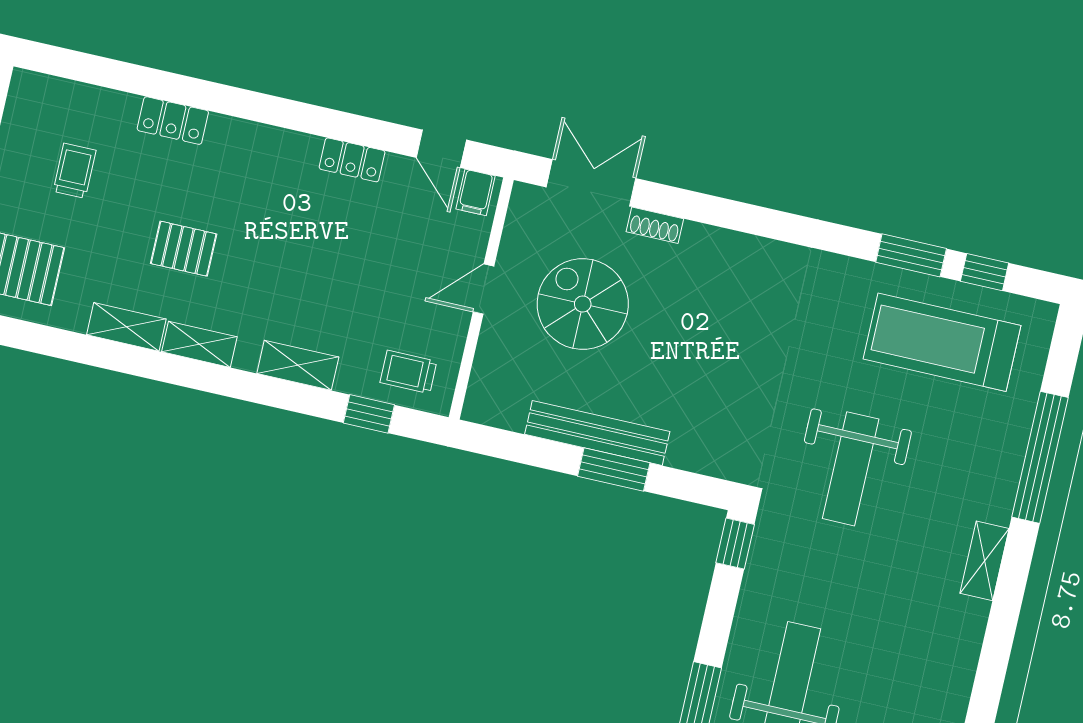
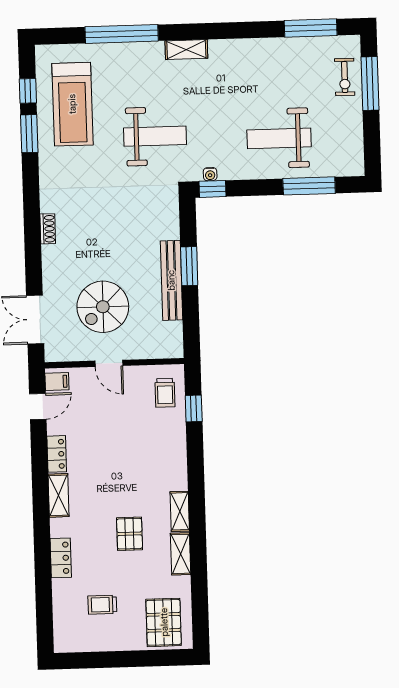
shoe rack: (655, 225) -> (48, 229), moved
shelving: (298, 365) -> (59, 495), moved
water cooler: (761, 546) -> (210, 174), added

